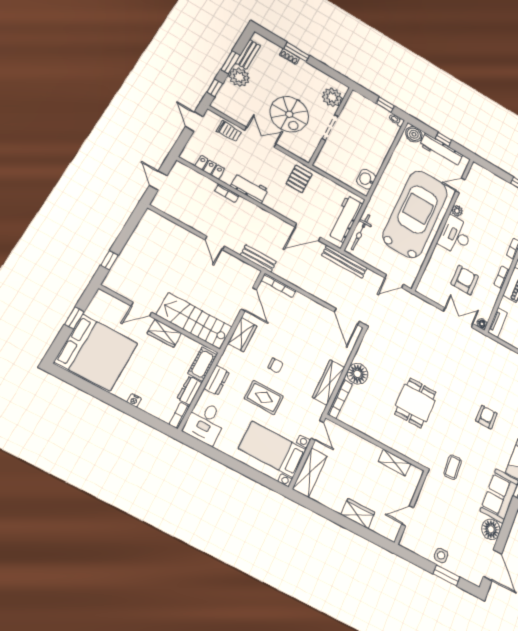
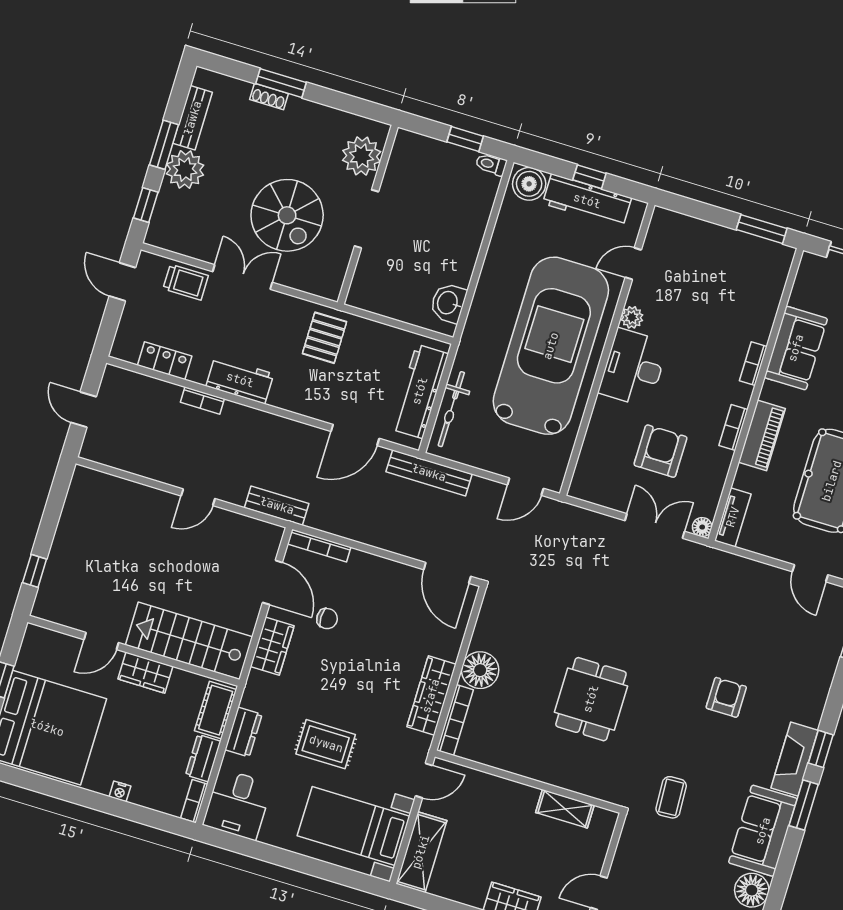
door: (215, 243) -> (198, 497), hinge flipped
chair: (276, 365) -> (327, 619), moved
door: (317, 430) -> (424, 781), hinge flipped

